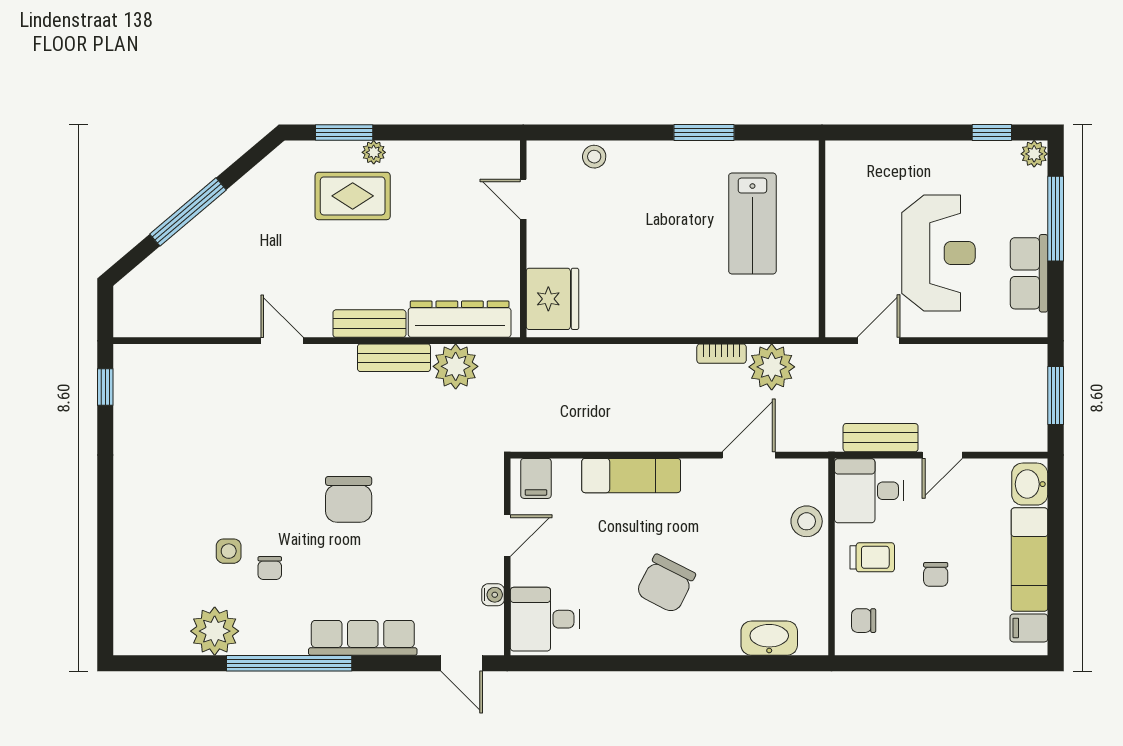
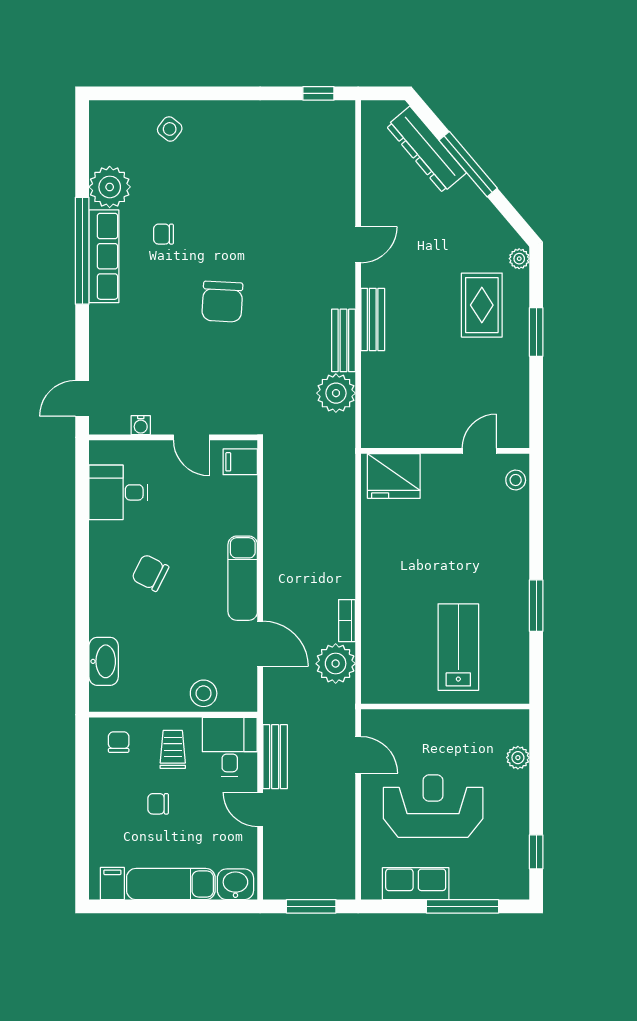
window: (344, 132) -> (536, 332), moved
plant: (374, 152) -> (519, 259), moved
plant: (1034, 154) -> (518, 758), moved
stool: (594, 157) -> (516, 480), moved
lab bench: (752, 223) -> (458, 647), turned 90
reception desk: (938, 253) -> (433, 806), turned 180
dresser: (460, 319) -> (426, 149), moved, turned 140
exam couch: (631, 476) -> (243, 578), moved
chair: (349, 499) -> (222, 302), turned -87
side table: (229, 551) -> (170, 129), moved, turned 38
trolley: (872, 557) -> (173, 749), turned 180
chair: (666, 584) -> (150, 573), width x0.73, depth x0.73
desk: (545, 619) -> (118, 492), moved, turned -90
row of seats: (363, 638) -> (104, 256), moved

